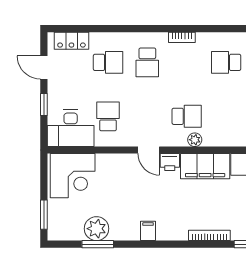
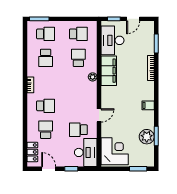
door: (44, 68) -> (49, 169), swing flipped
school desk: (187, 116) -> (78, 58), moved
door: (149, 150) -> (99, 115), moved
printer: (170, 162) -> (106, 92), removed

